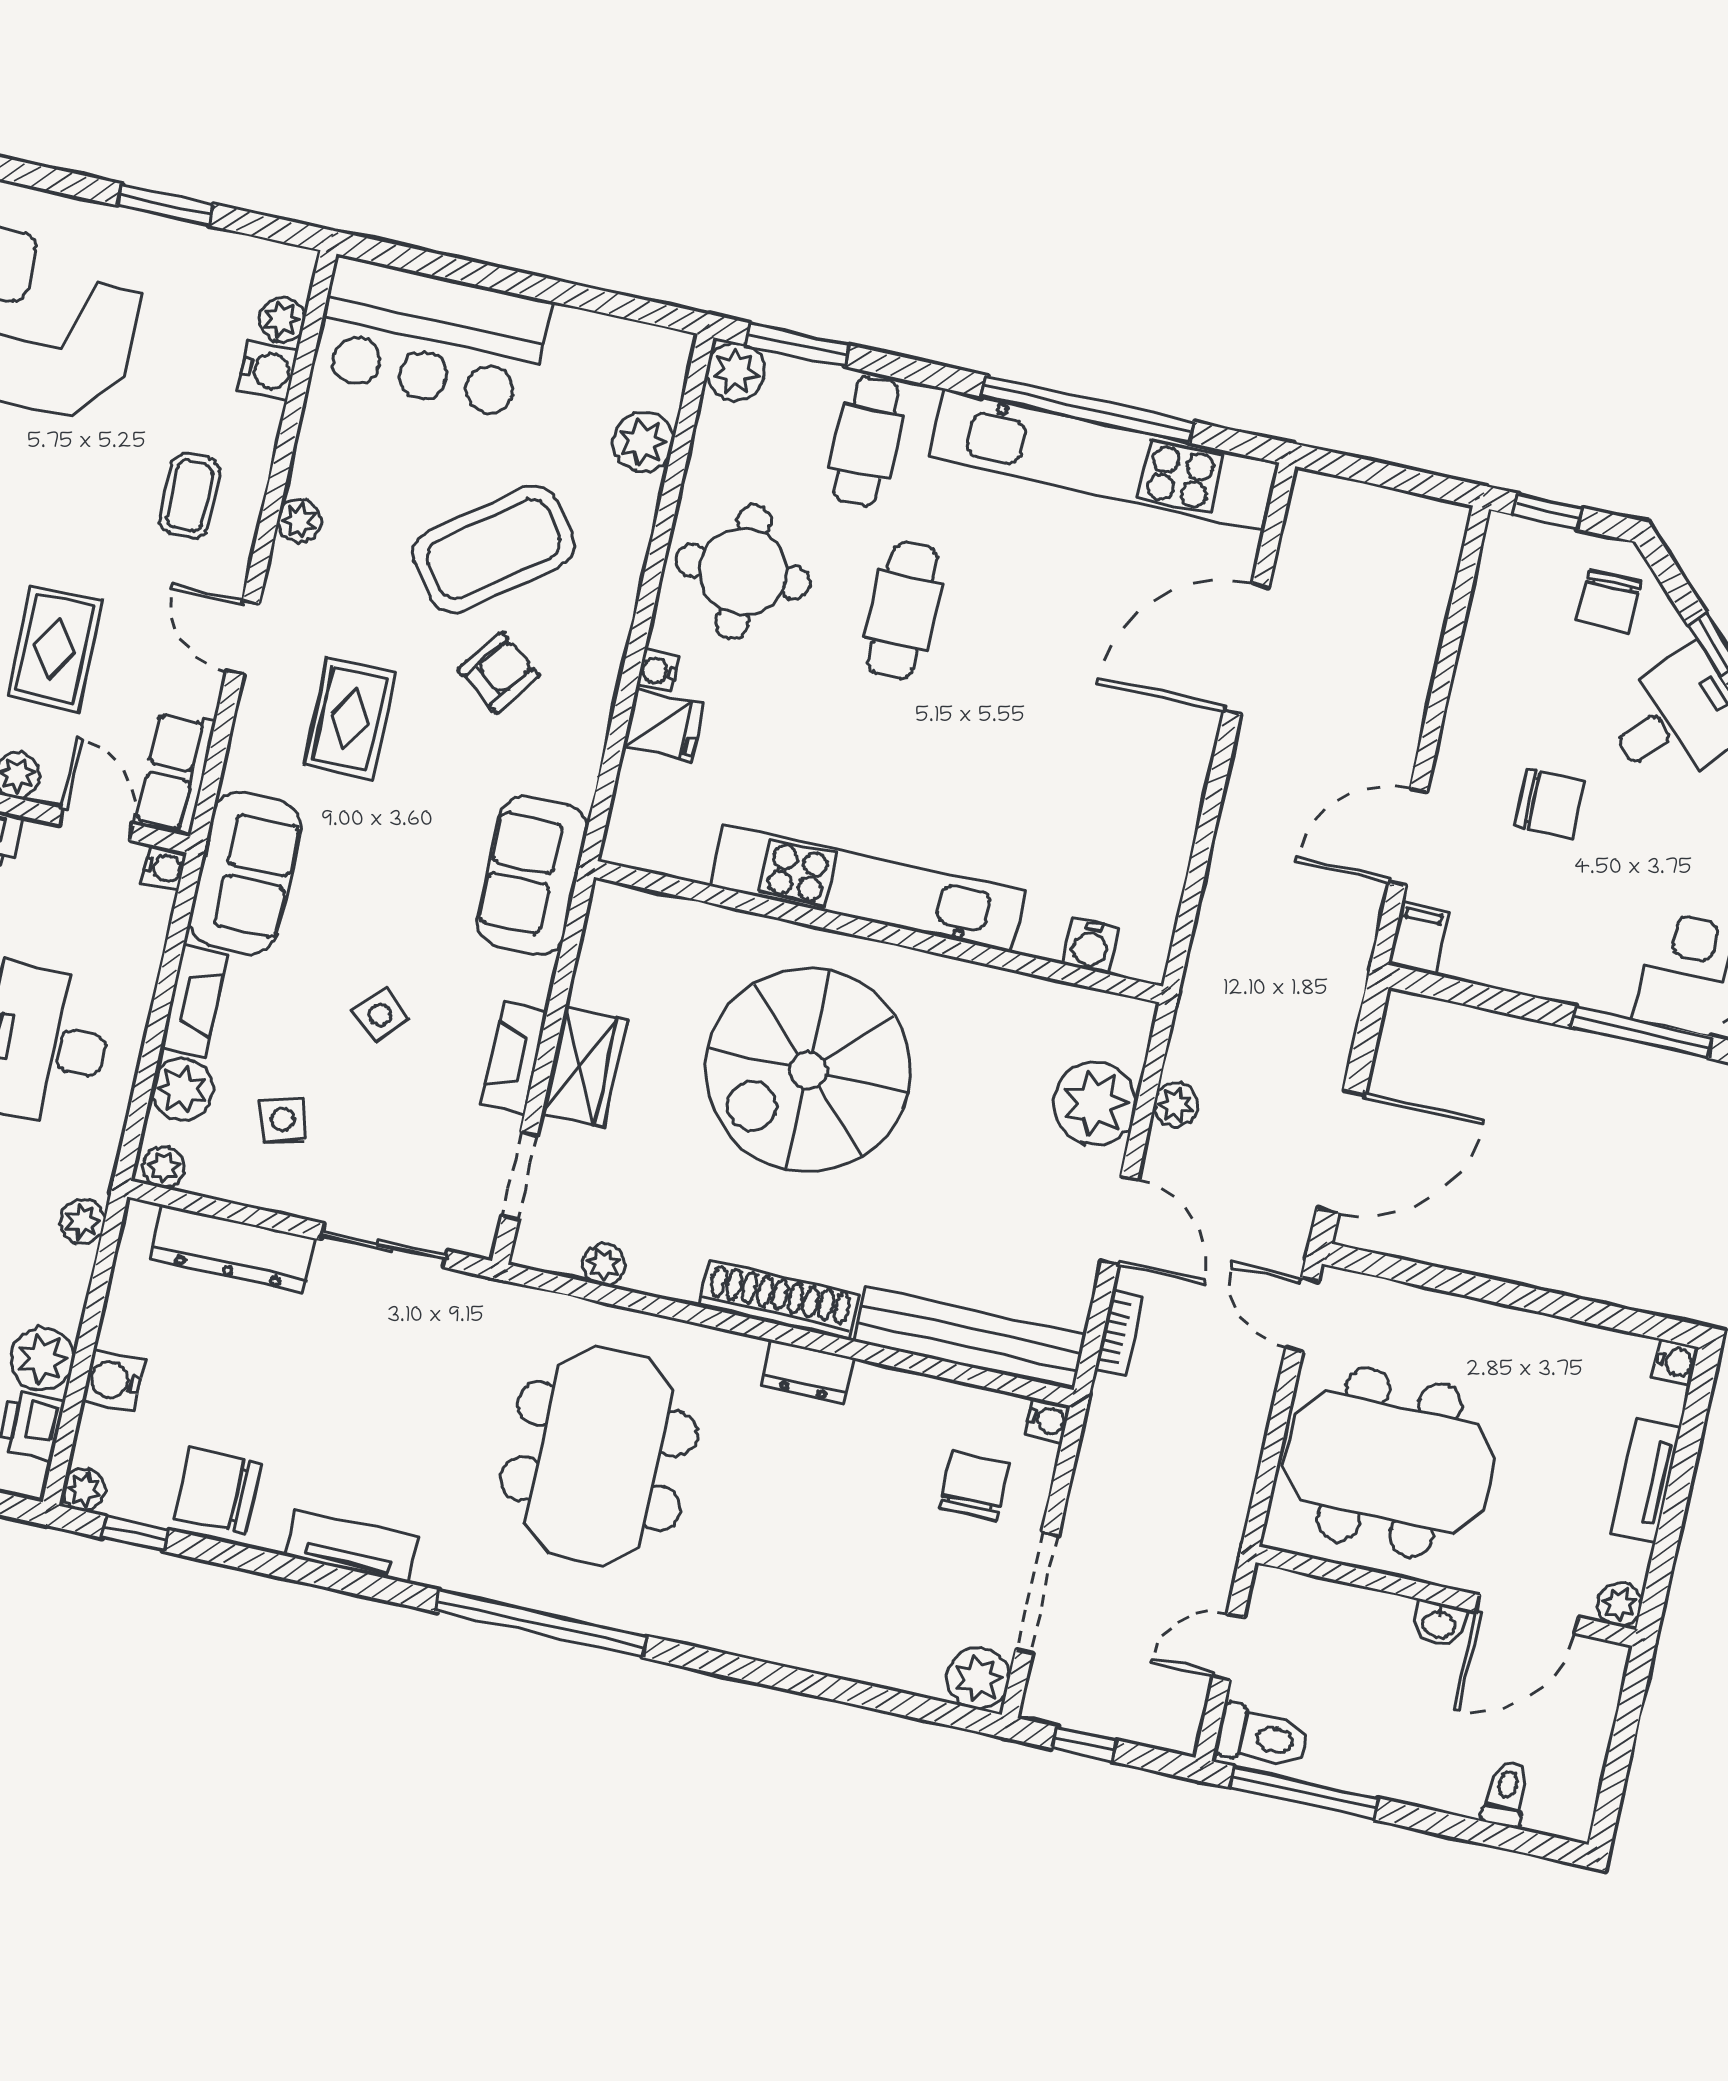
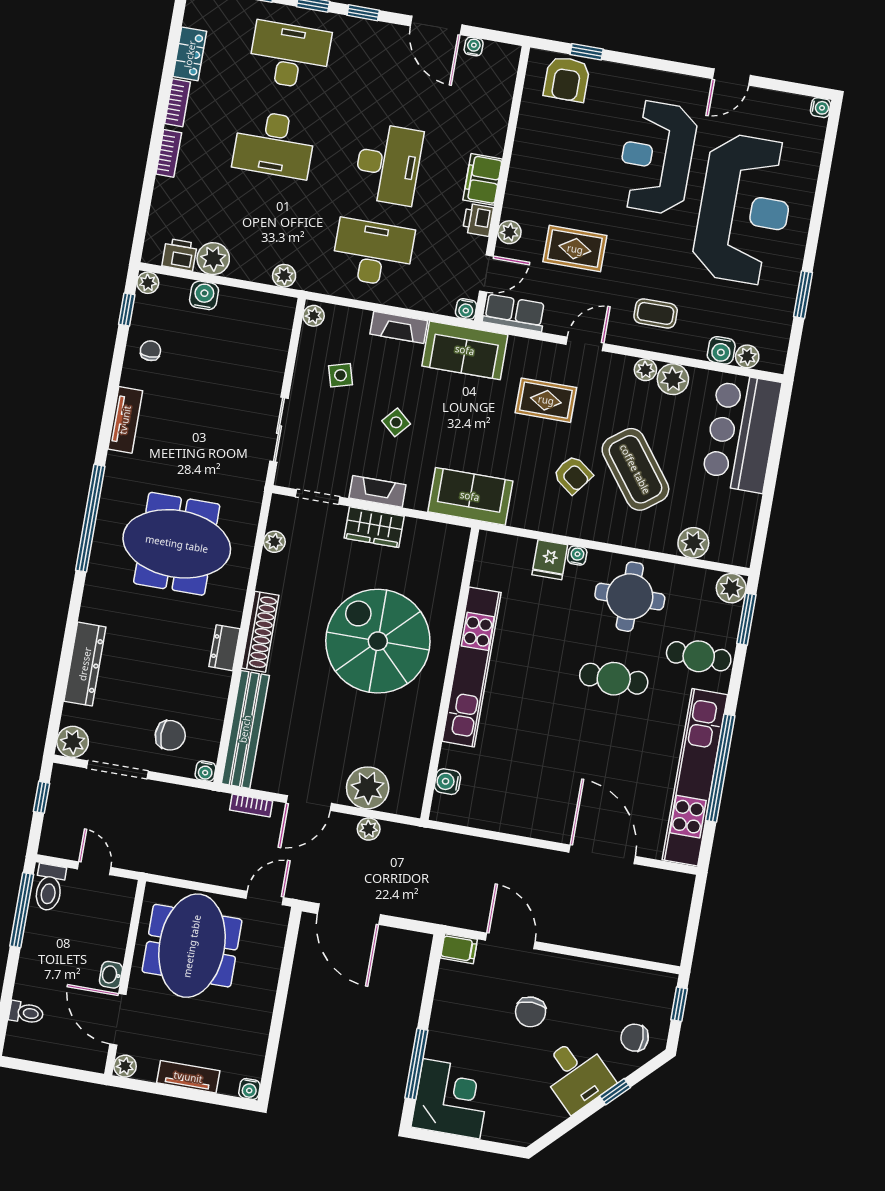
plant: (182, 1089) -> (673, 379), moved
dresser: (233, 1249) -> (85, 664), moved, turned 180
chair: (218, 1491) -> (150, 351), width x0.54, depth x0.54

